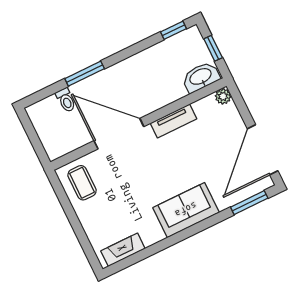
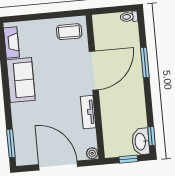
washbasin: (201, 77) -> (141, 142), moved, turned 180
toilet: (66, 100) -> (129, 17), moved
door: (263, 150) -> (58, 165), moved
sofa: (186, 210) -> (21, 80), moved

